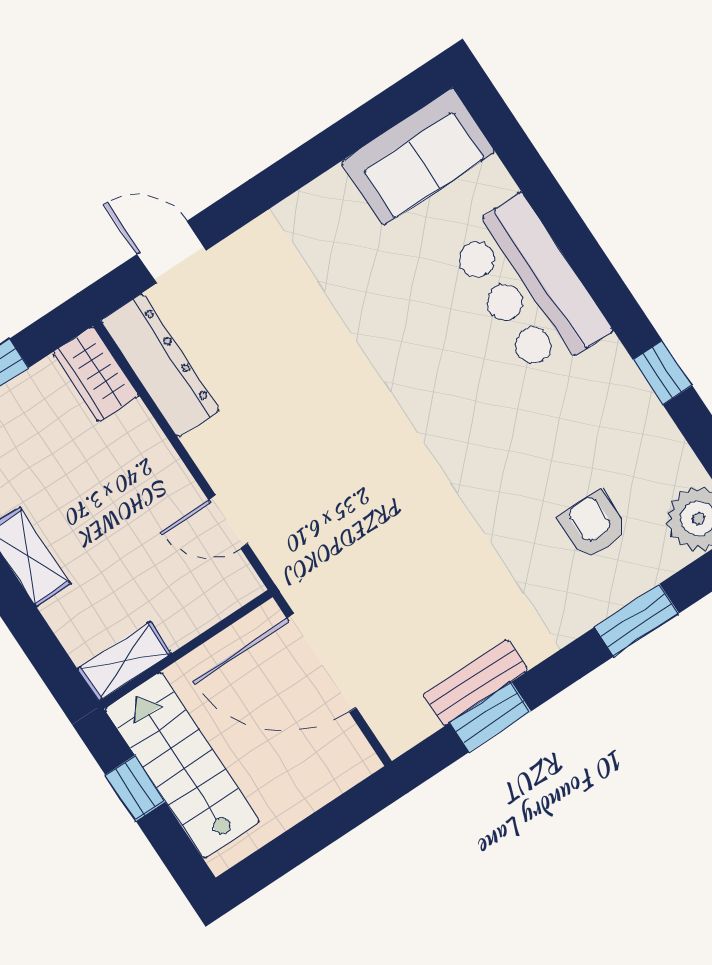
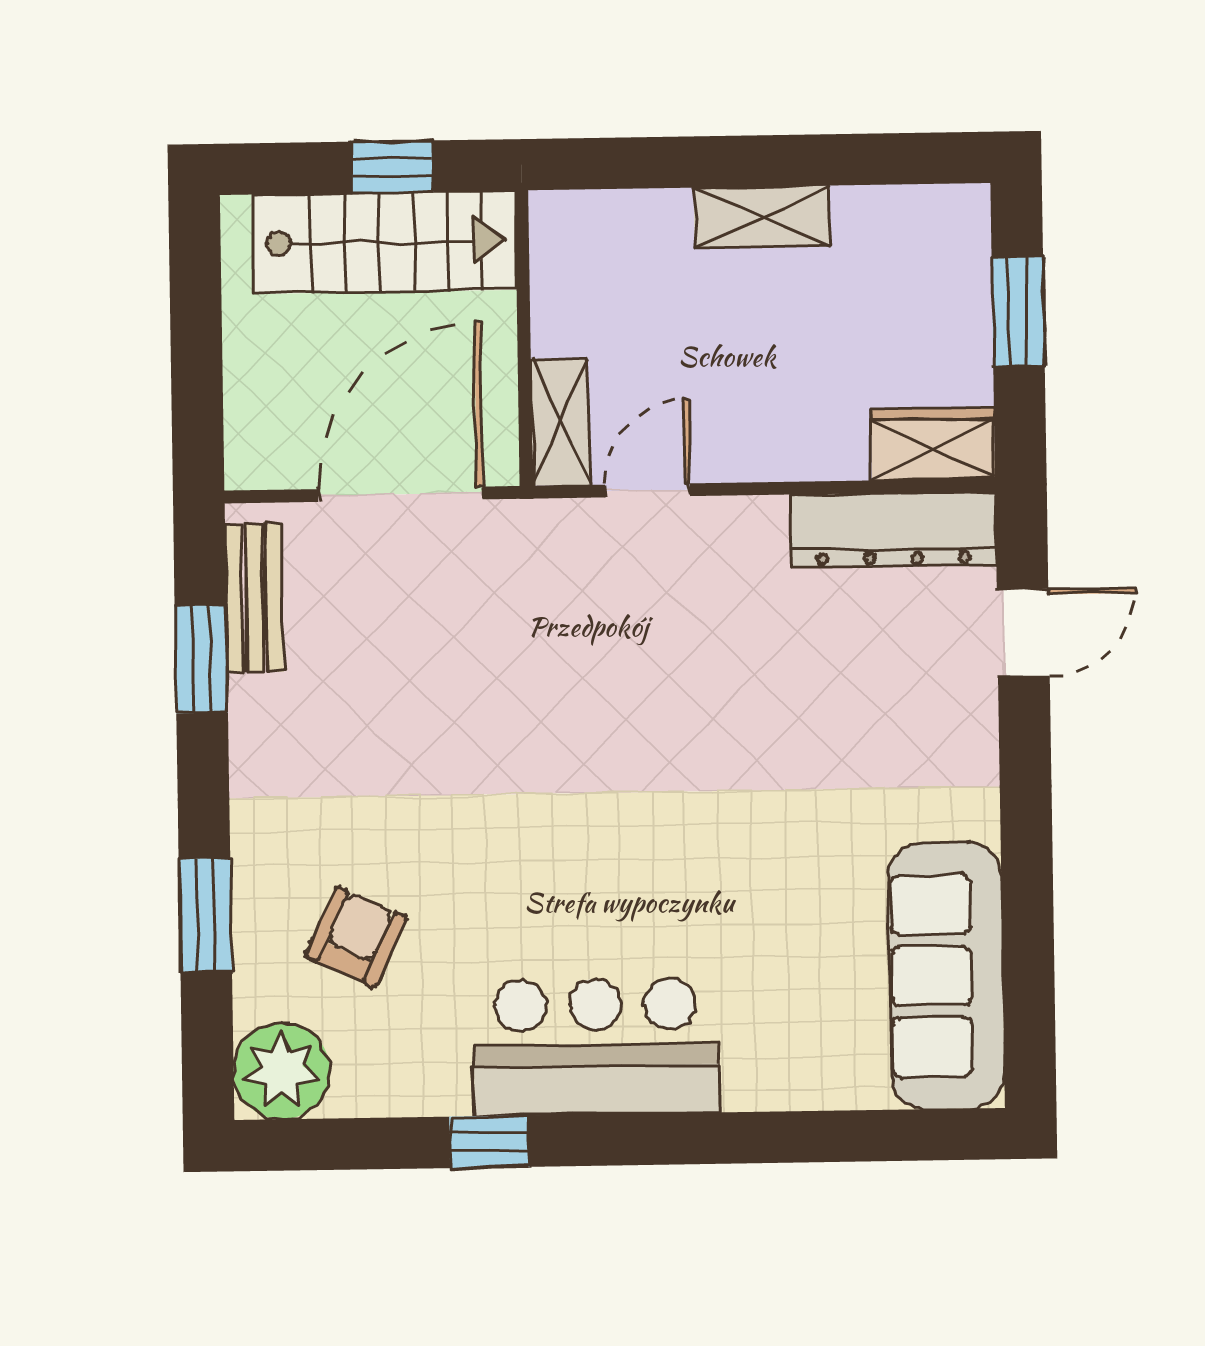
sofa: (418, 157) -> (946, 976), width x1.36
bar counter: (529, 287) -> (596, 1047), moved
armchair: (594, 525) -> (356, 937), turned -65
shelving: (124, 661) -> (560, 422), moved
bench: (476, 682) -> (254, 598), moved

